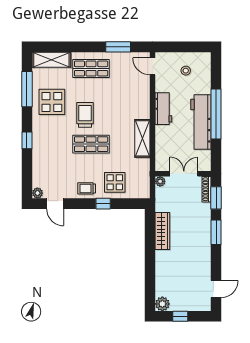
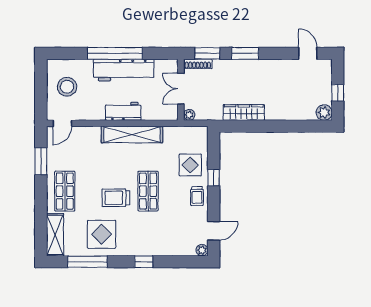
stool: (186, 71) -> (67, 87), width x1.89, depth x1.89
workbench: (163, 109) -> (123, 111), moved
shelving: (142, 138) -> (132, 135), width x1.47

